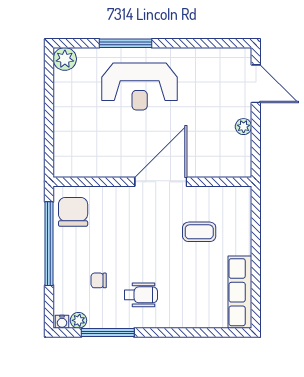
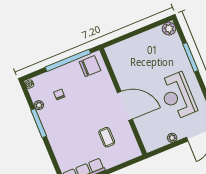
reception desk: (140, 86) -> (177, 96), moved
wheelchair: (141, 295) -> (61, 120), removed
plant: (78, 320) -> (39, 105), moved
window: (108, 333) -> (39, 123), moved

